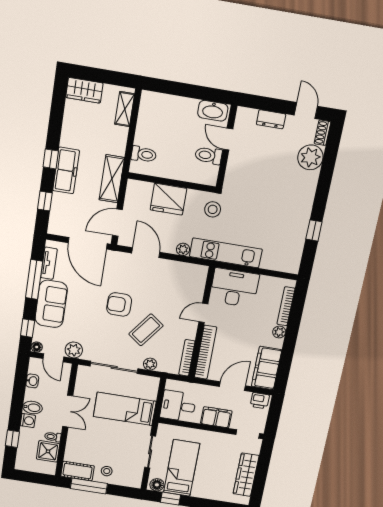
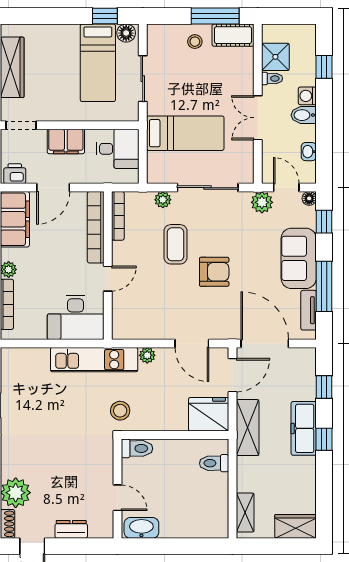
toilet: (208, 155) -> (137, 448), moved
fridge: (168, 199) -> (209, 414), moved
coffee table: (146, 330) -> (176, 244), turned -37

